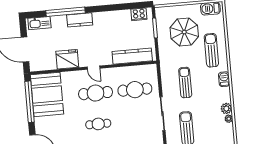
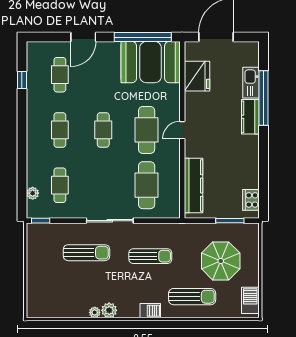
kitchen sink: (39, 23) -> (251, 83), moved
fridge: (67, 59) -> (197, 76), moved

